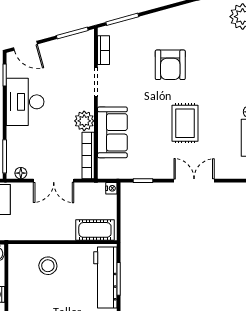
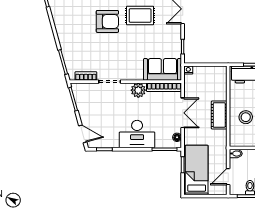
door: (25, 46) -> (83, 134), hinge flipped
armchair: (170, 65) -> (107, 21), moved
desk: (25, 102) -> (137, 134), moved
sofa: (112, 132) -> (162, 69), moved
cot: (95, 230) -> (219, 115), moved

